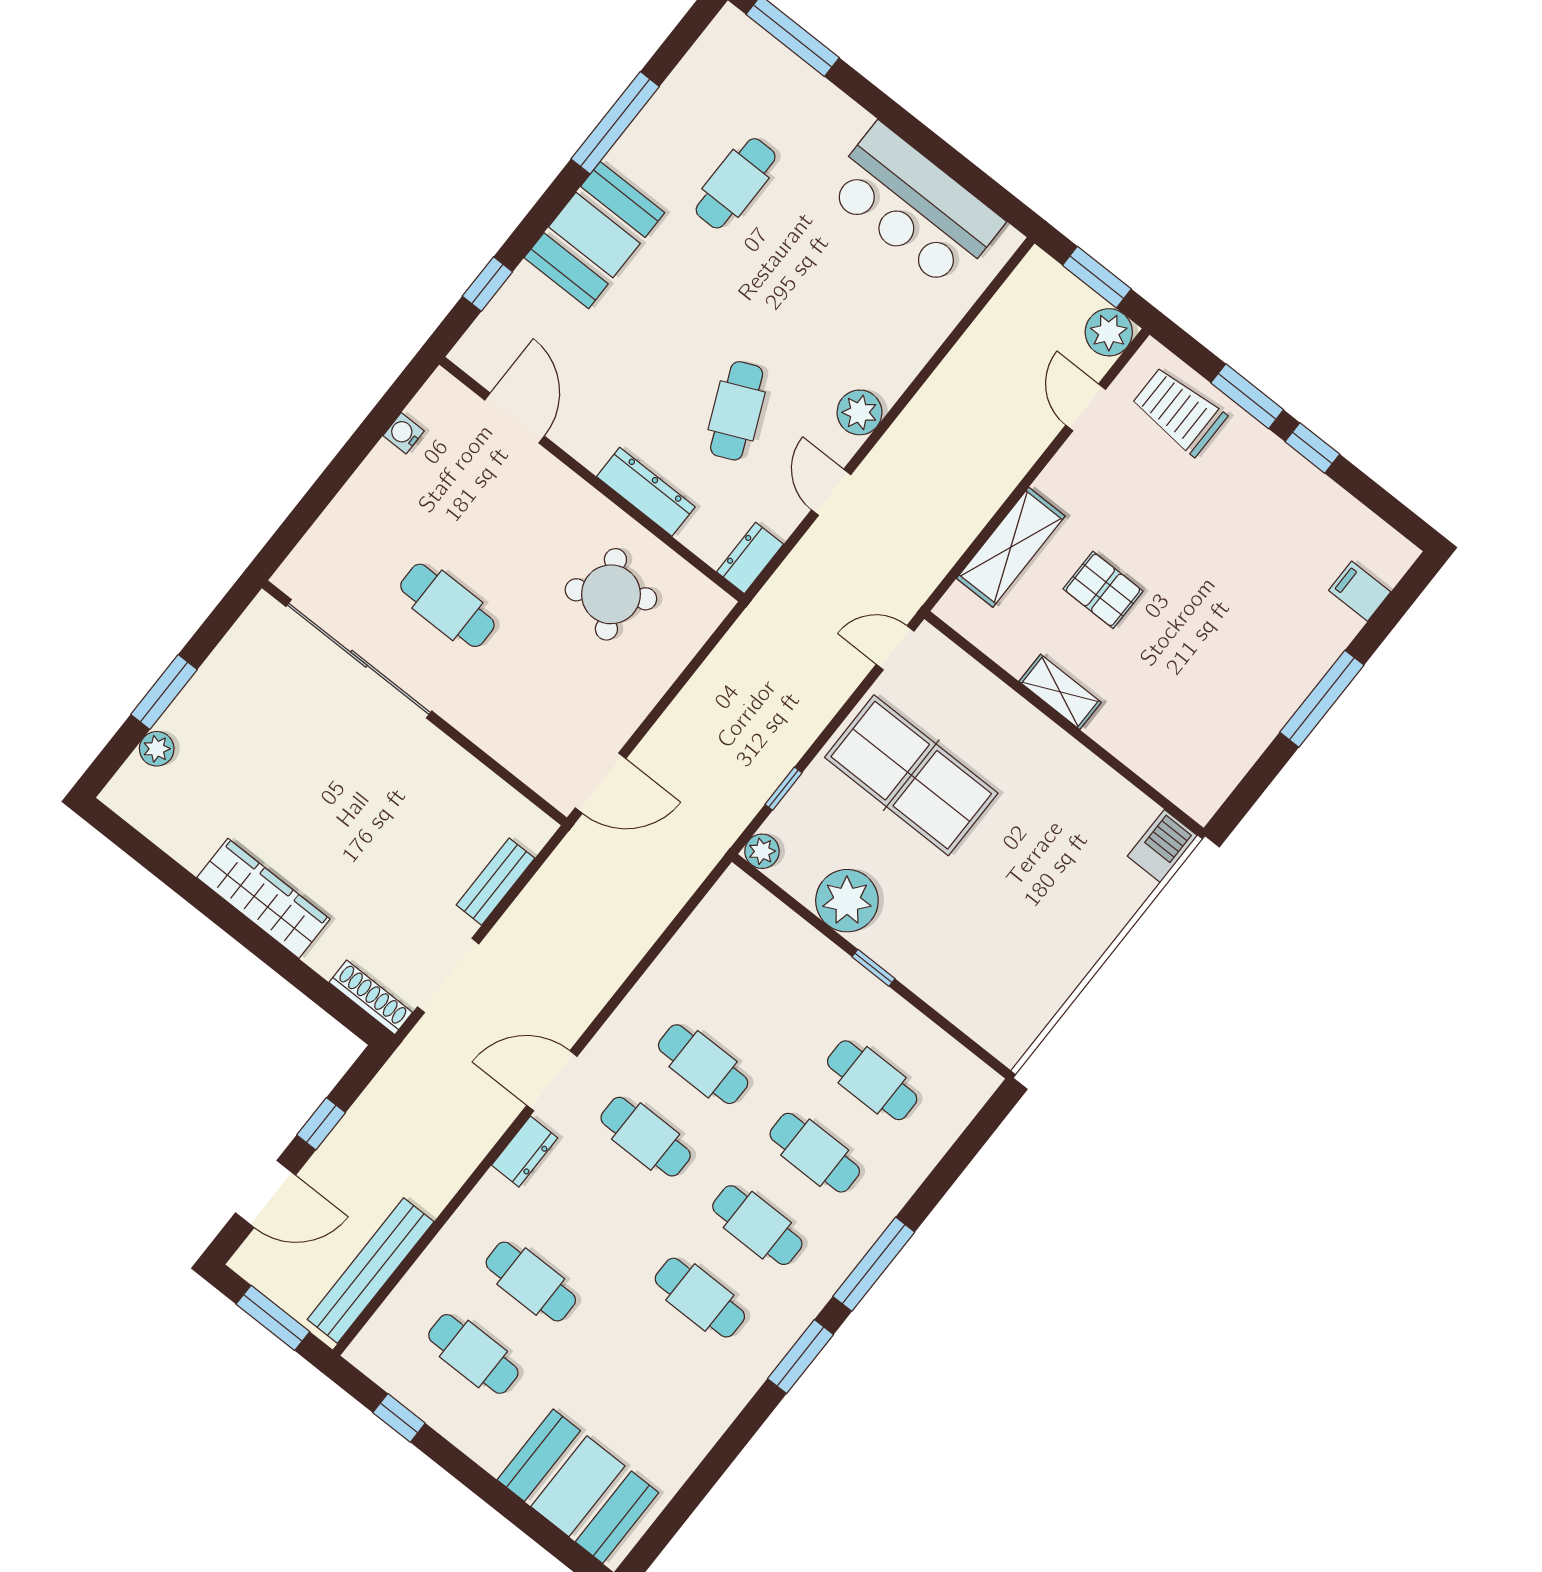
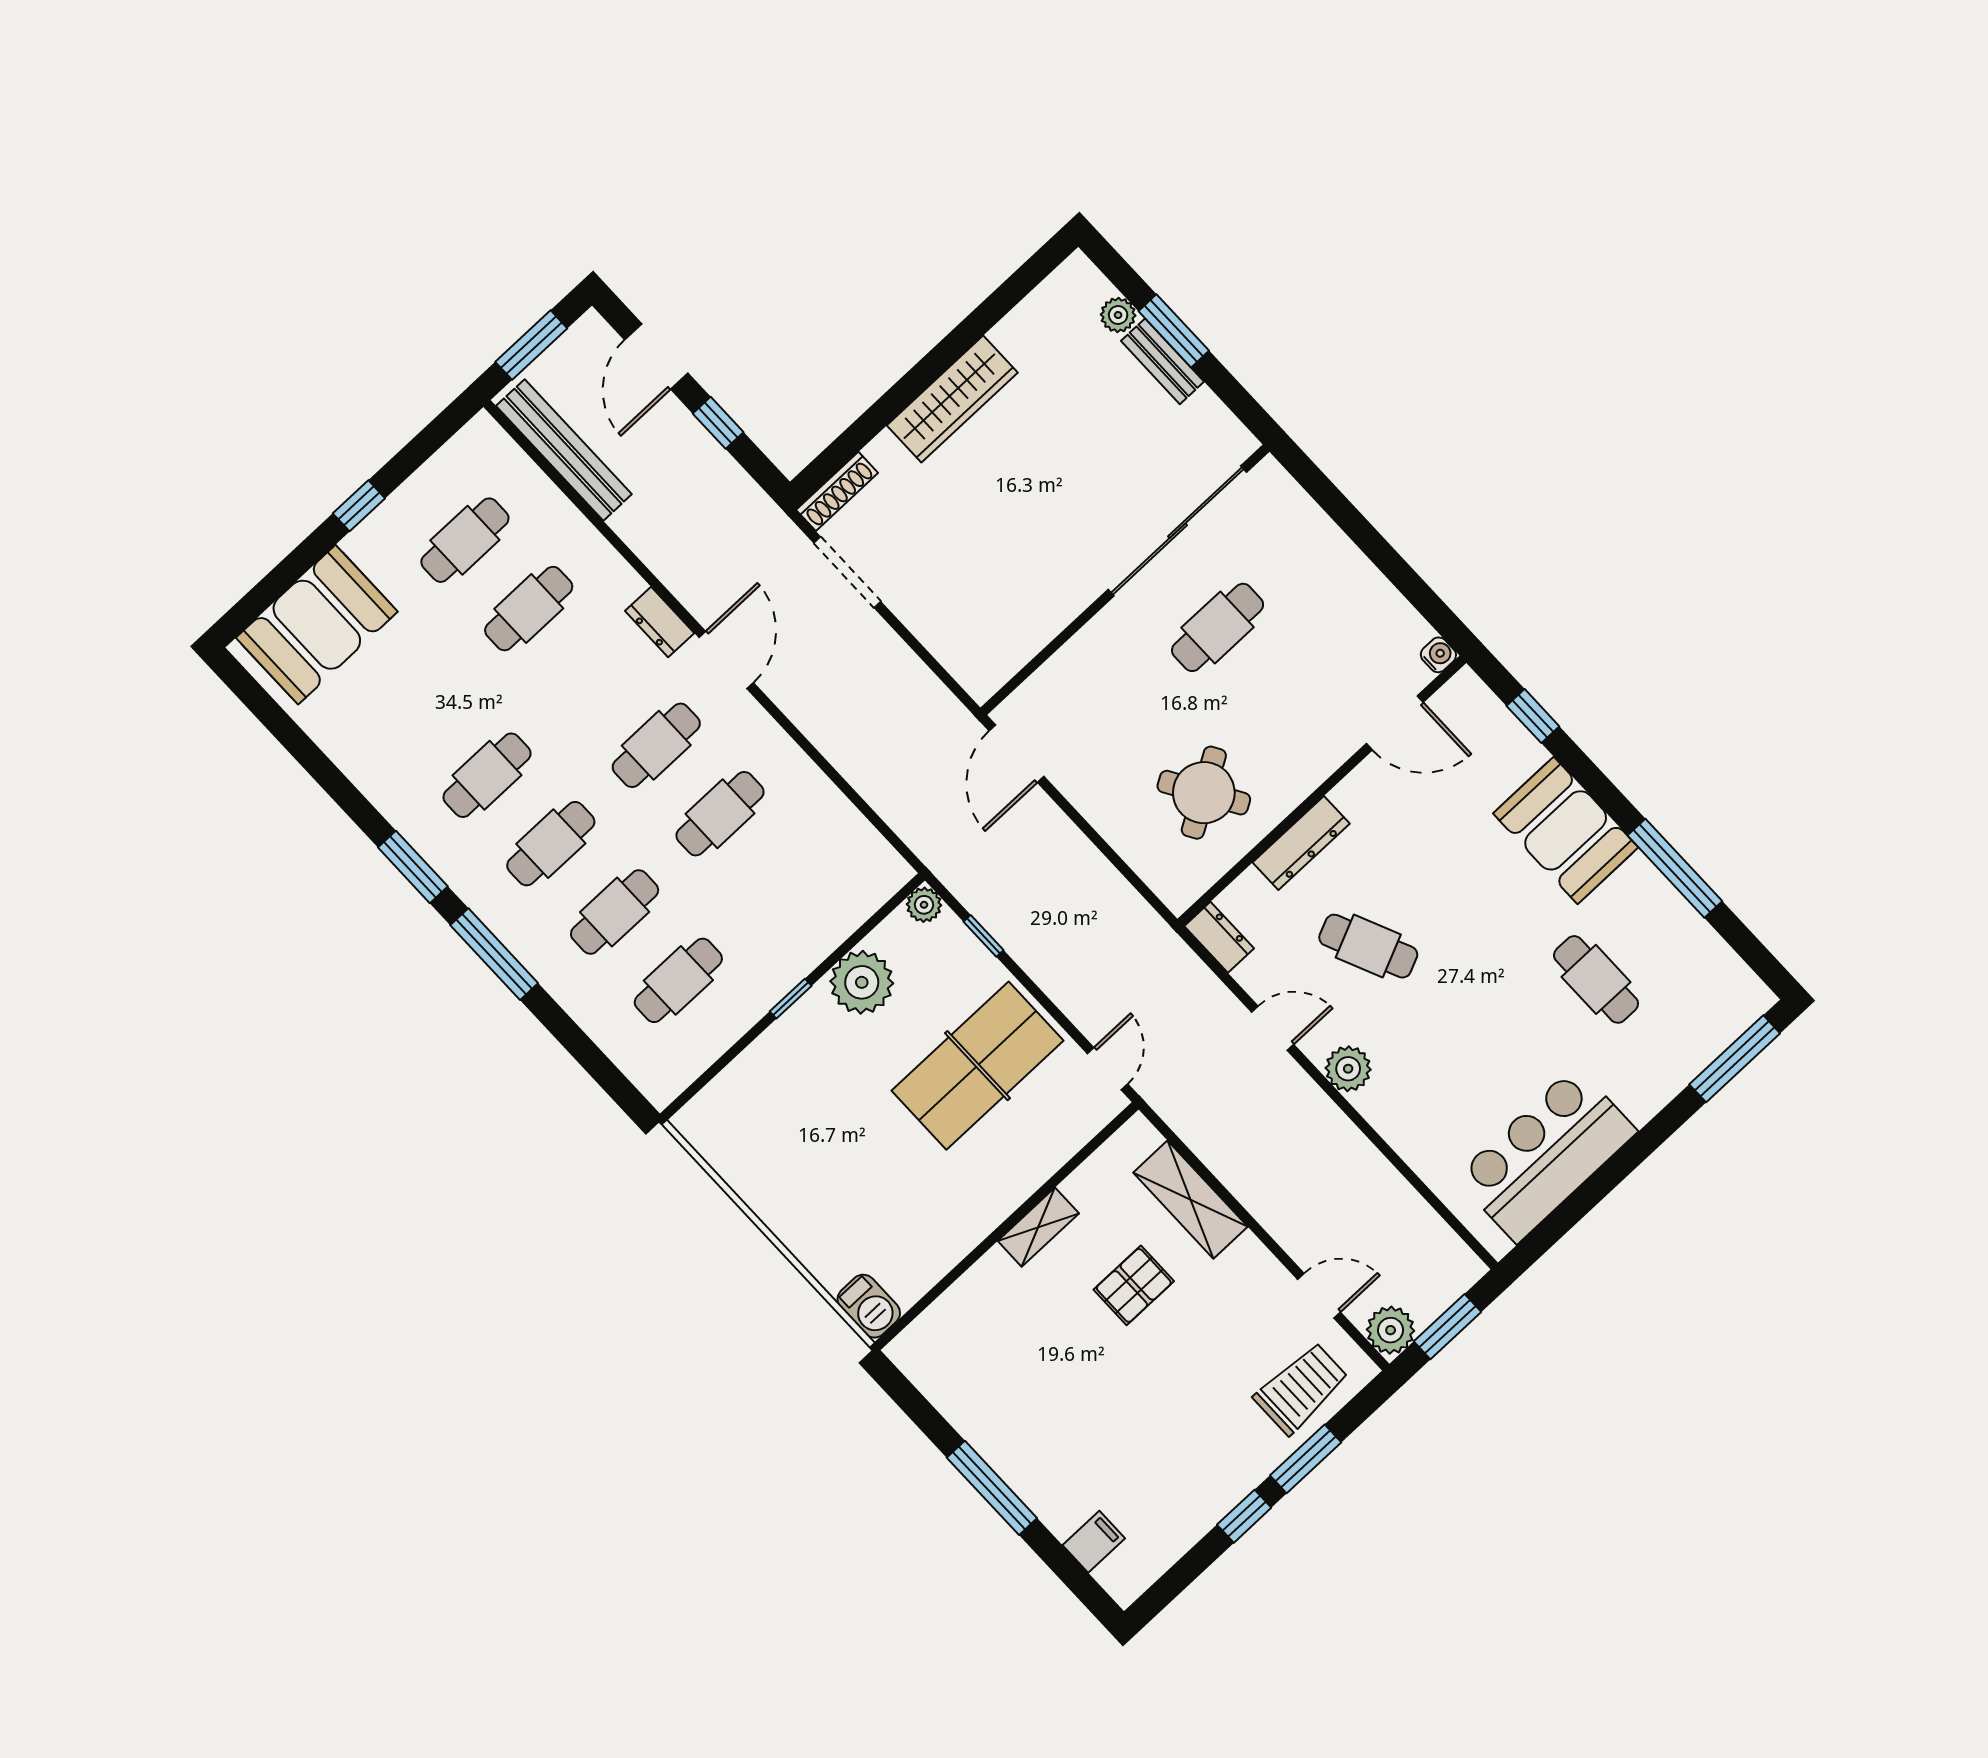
water cooler: (404, 433) -> (1438, 655), moved
bench: (495, 882) -> (1162, 361), moved
window: (399, 1418) -> (359, 506), moved

